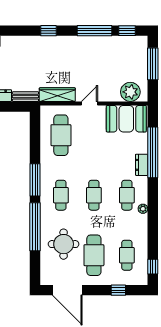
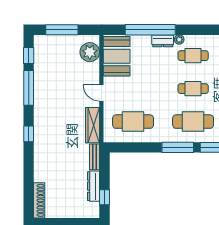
cafe table: (61, 195) -> (193, 122), width x1.37, depth x1.35
plant: (143, 209) -> (179, 40), moved

